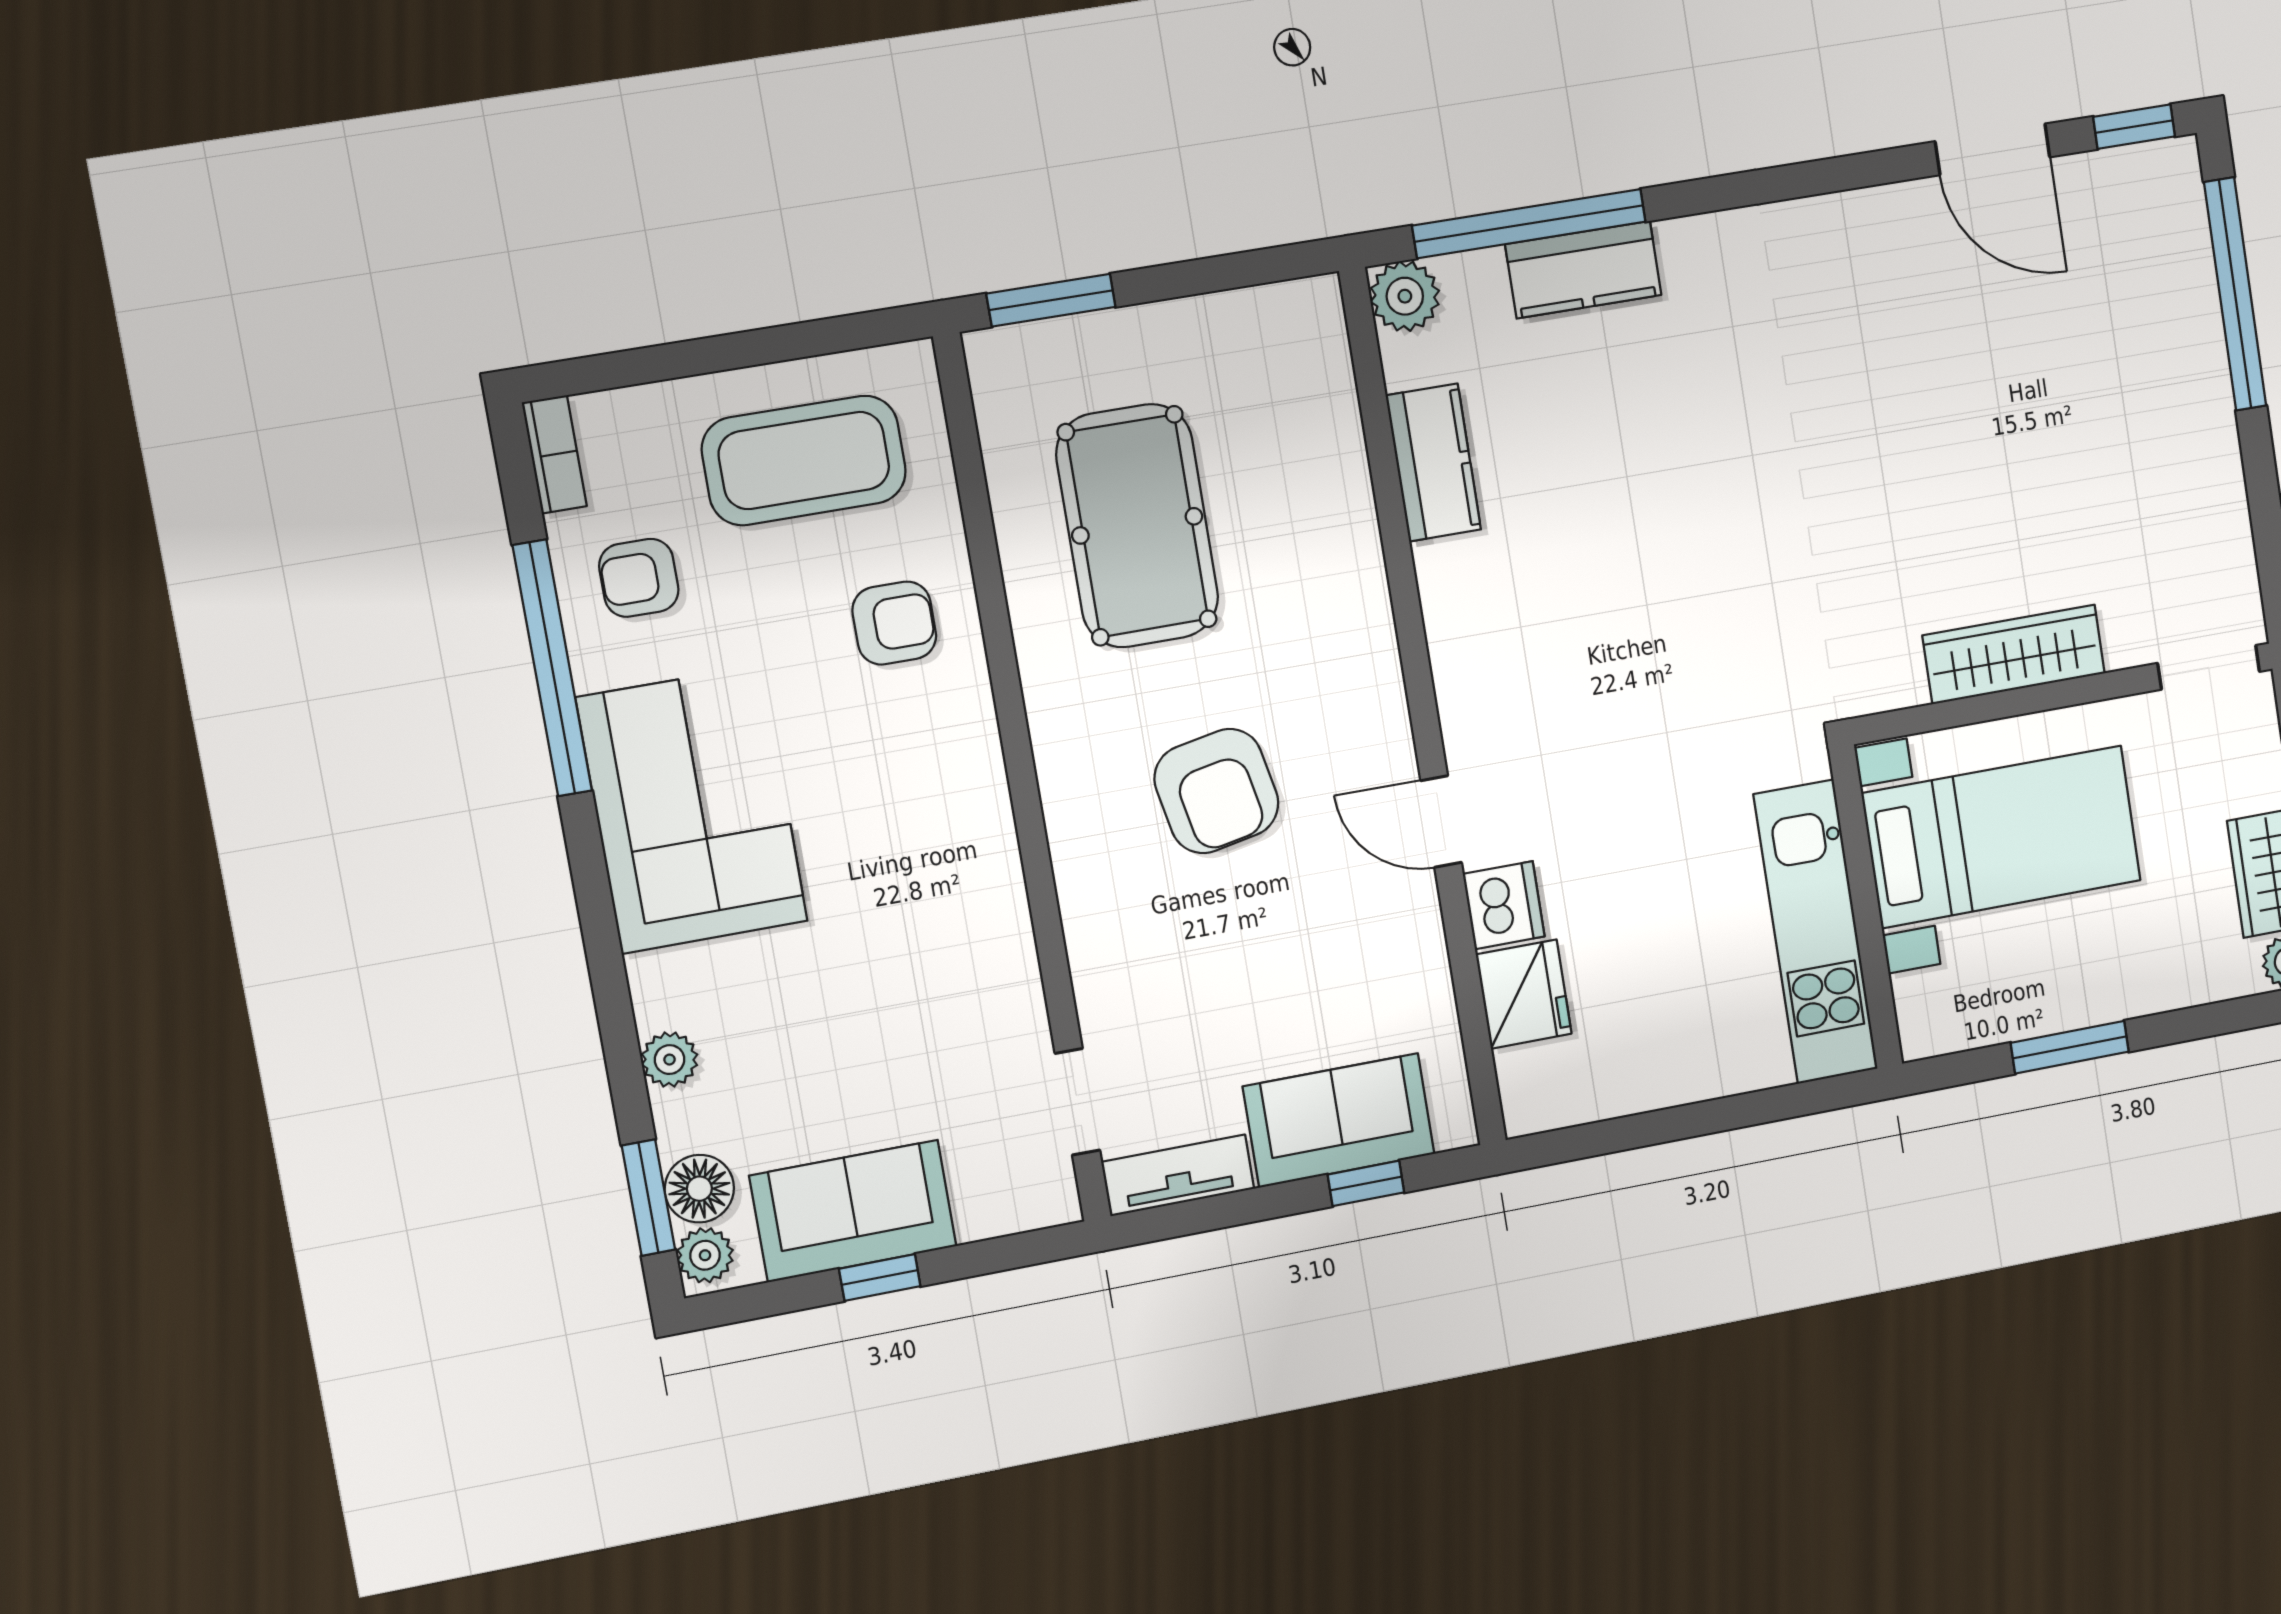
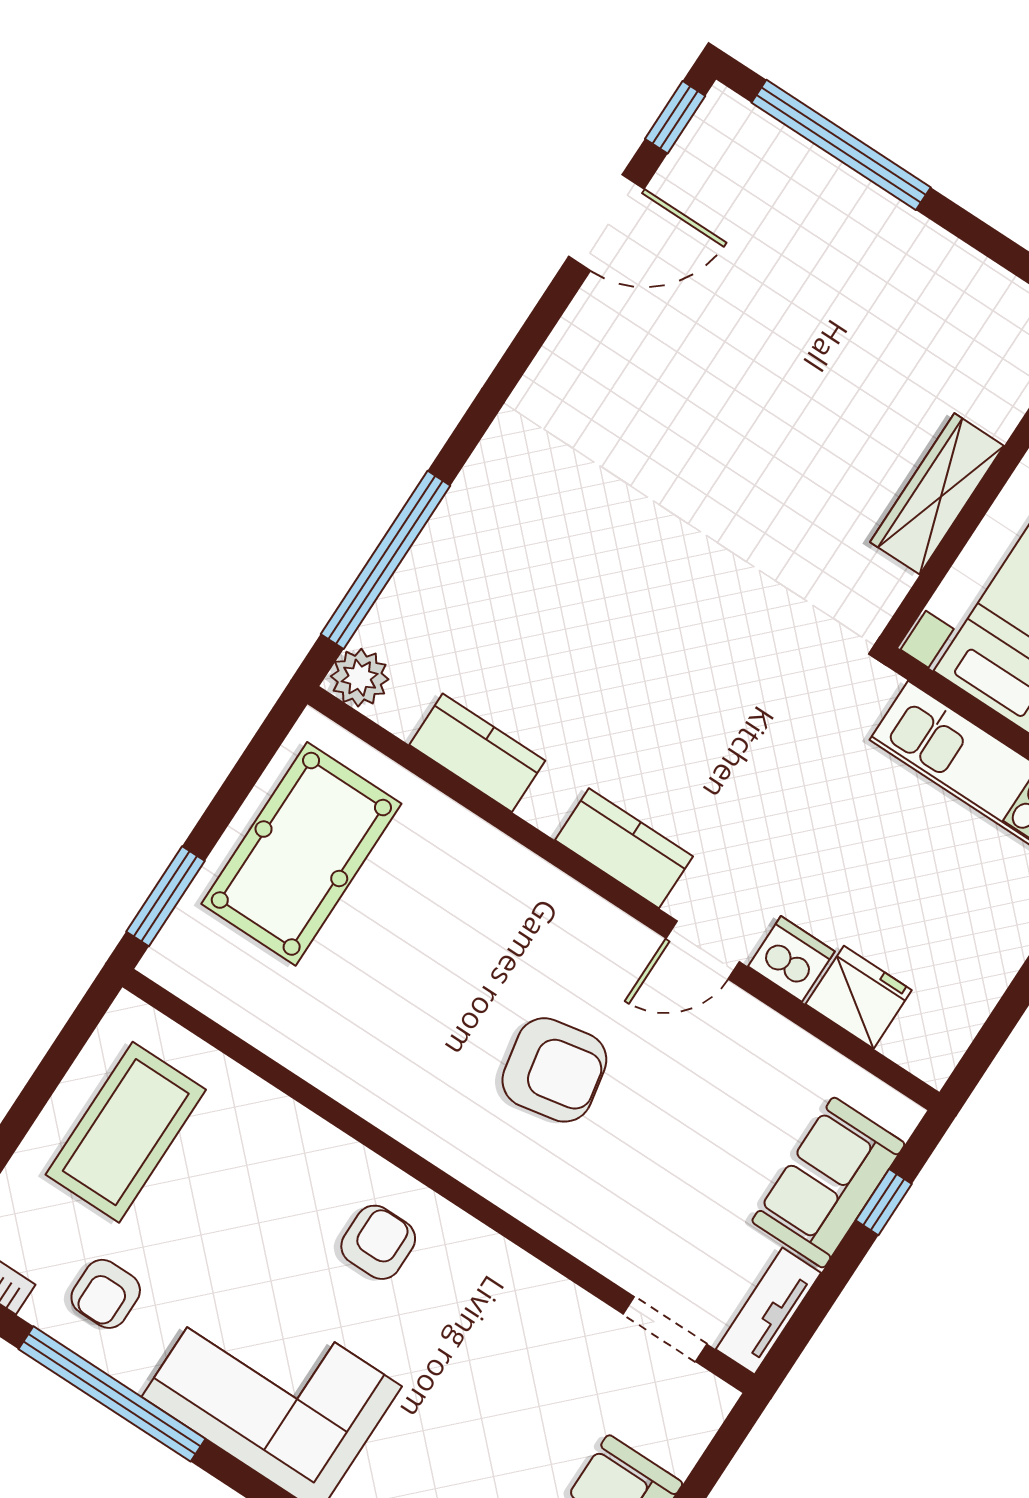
kitchen counter: (1583, 270) -> (624, 848), moved, turned -90
pool table: (1137, 526) -> (301, 854), moved, turned 90
armchair: (894, 623) -> (378, 1242), moved

